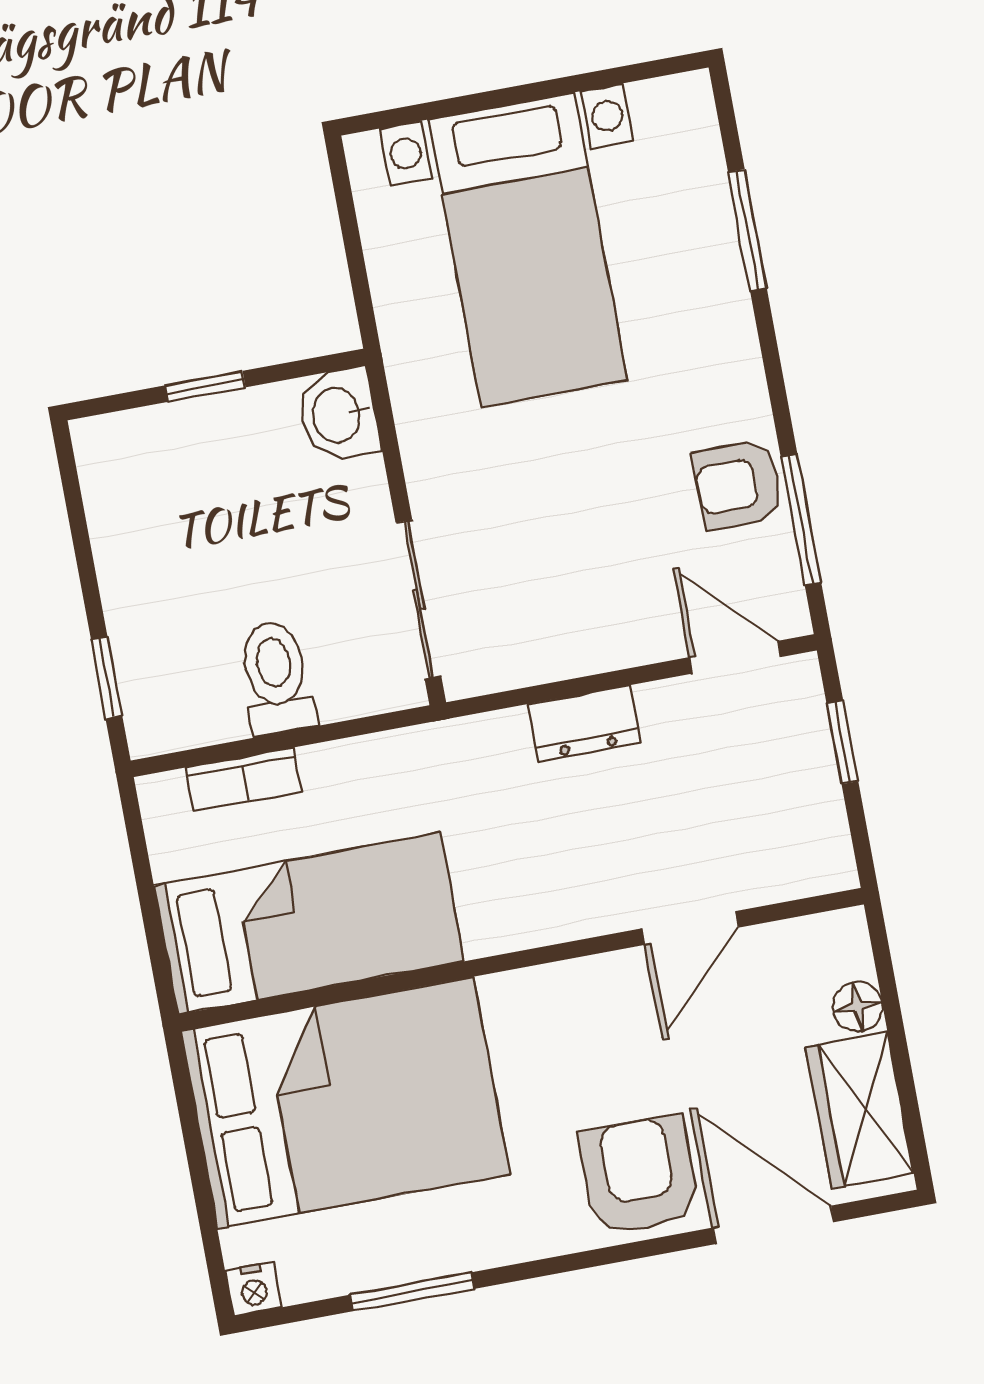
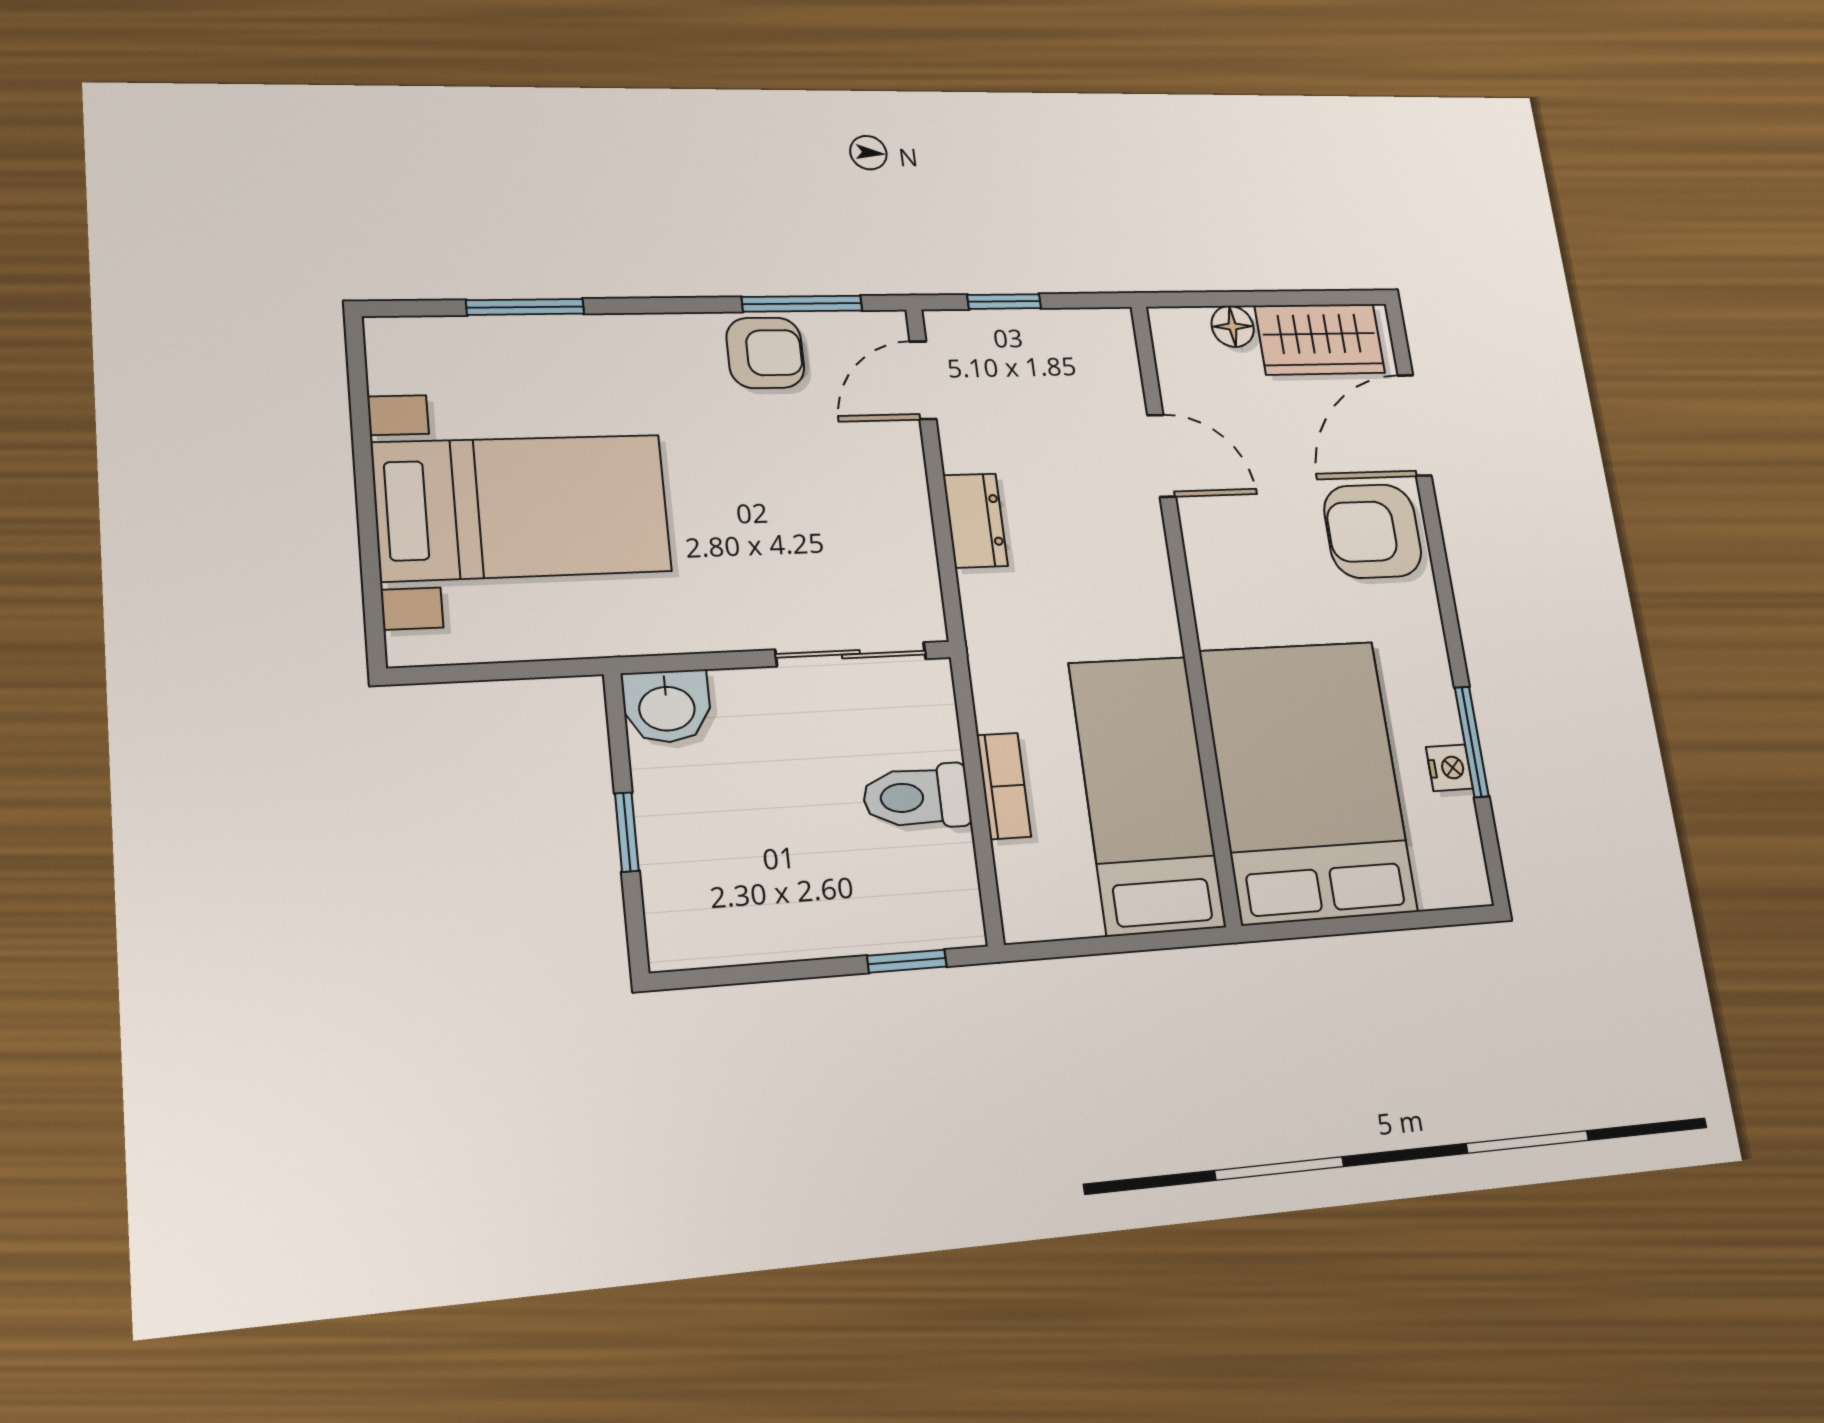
armchair: (738, 485) -> (765, 353), turned -90
bookcase: (244, 779) -> (1004, 786), moved
nightstand: (254, 1289) -> (1450, 768), moved

